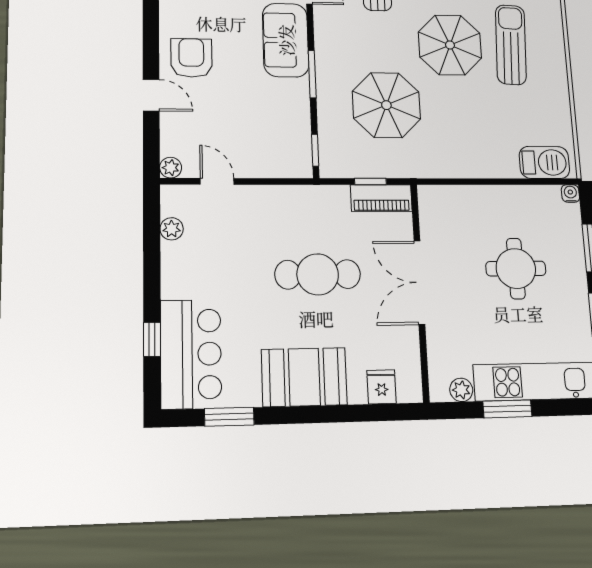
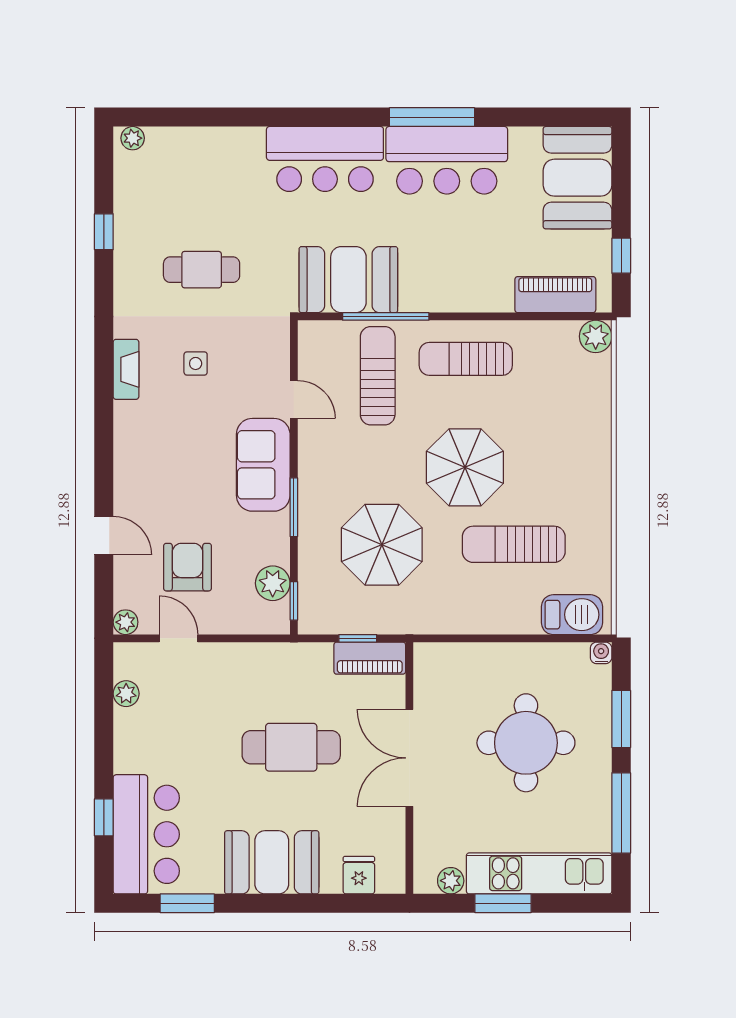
sun lounger: (511, 45) -> (514, 544), moved, turned -93
armchair: (191, 58) -> (188, 567), moved
plant: (297, 136) -> (273, 583), added
round table: (516, 269) -> (526, 743), width x1.36, depth x1.36

